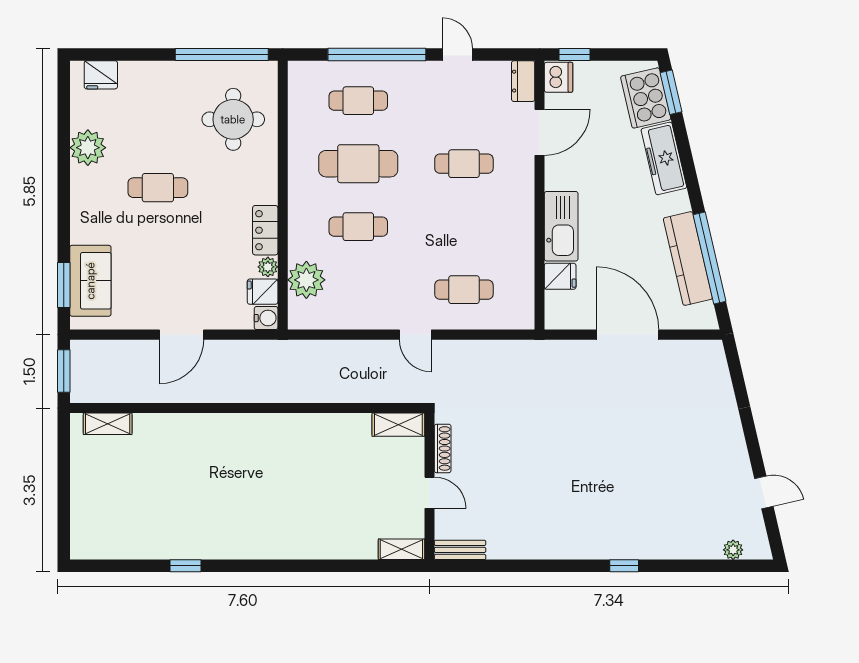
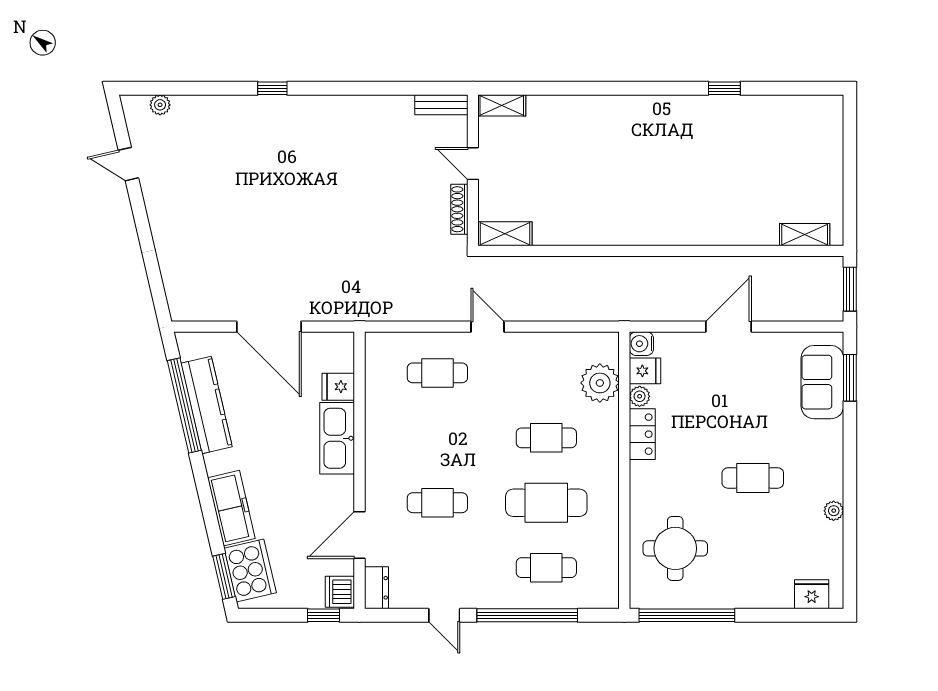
plant: (88, 148) -> (834, 511), width x0.53, depth x0.53

